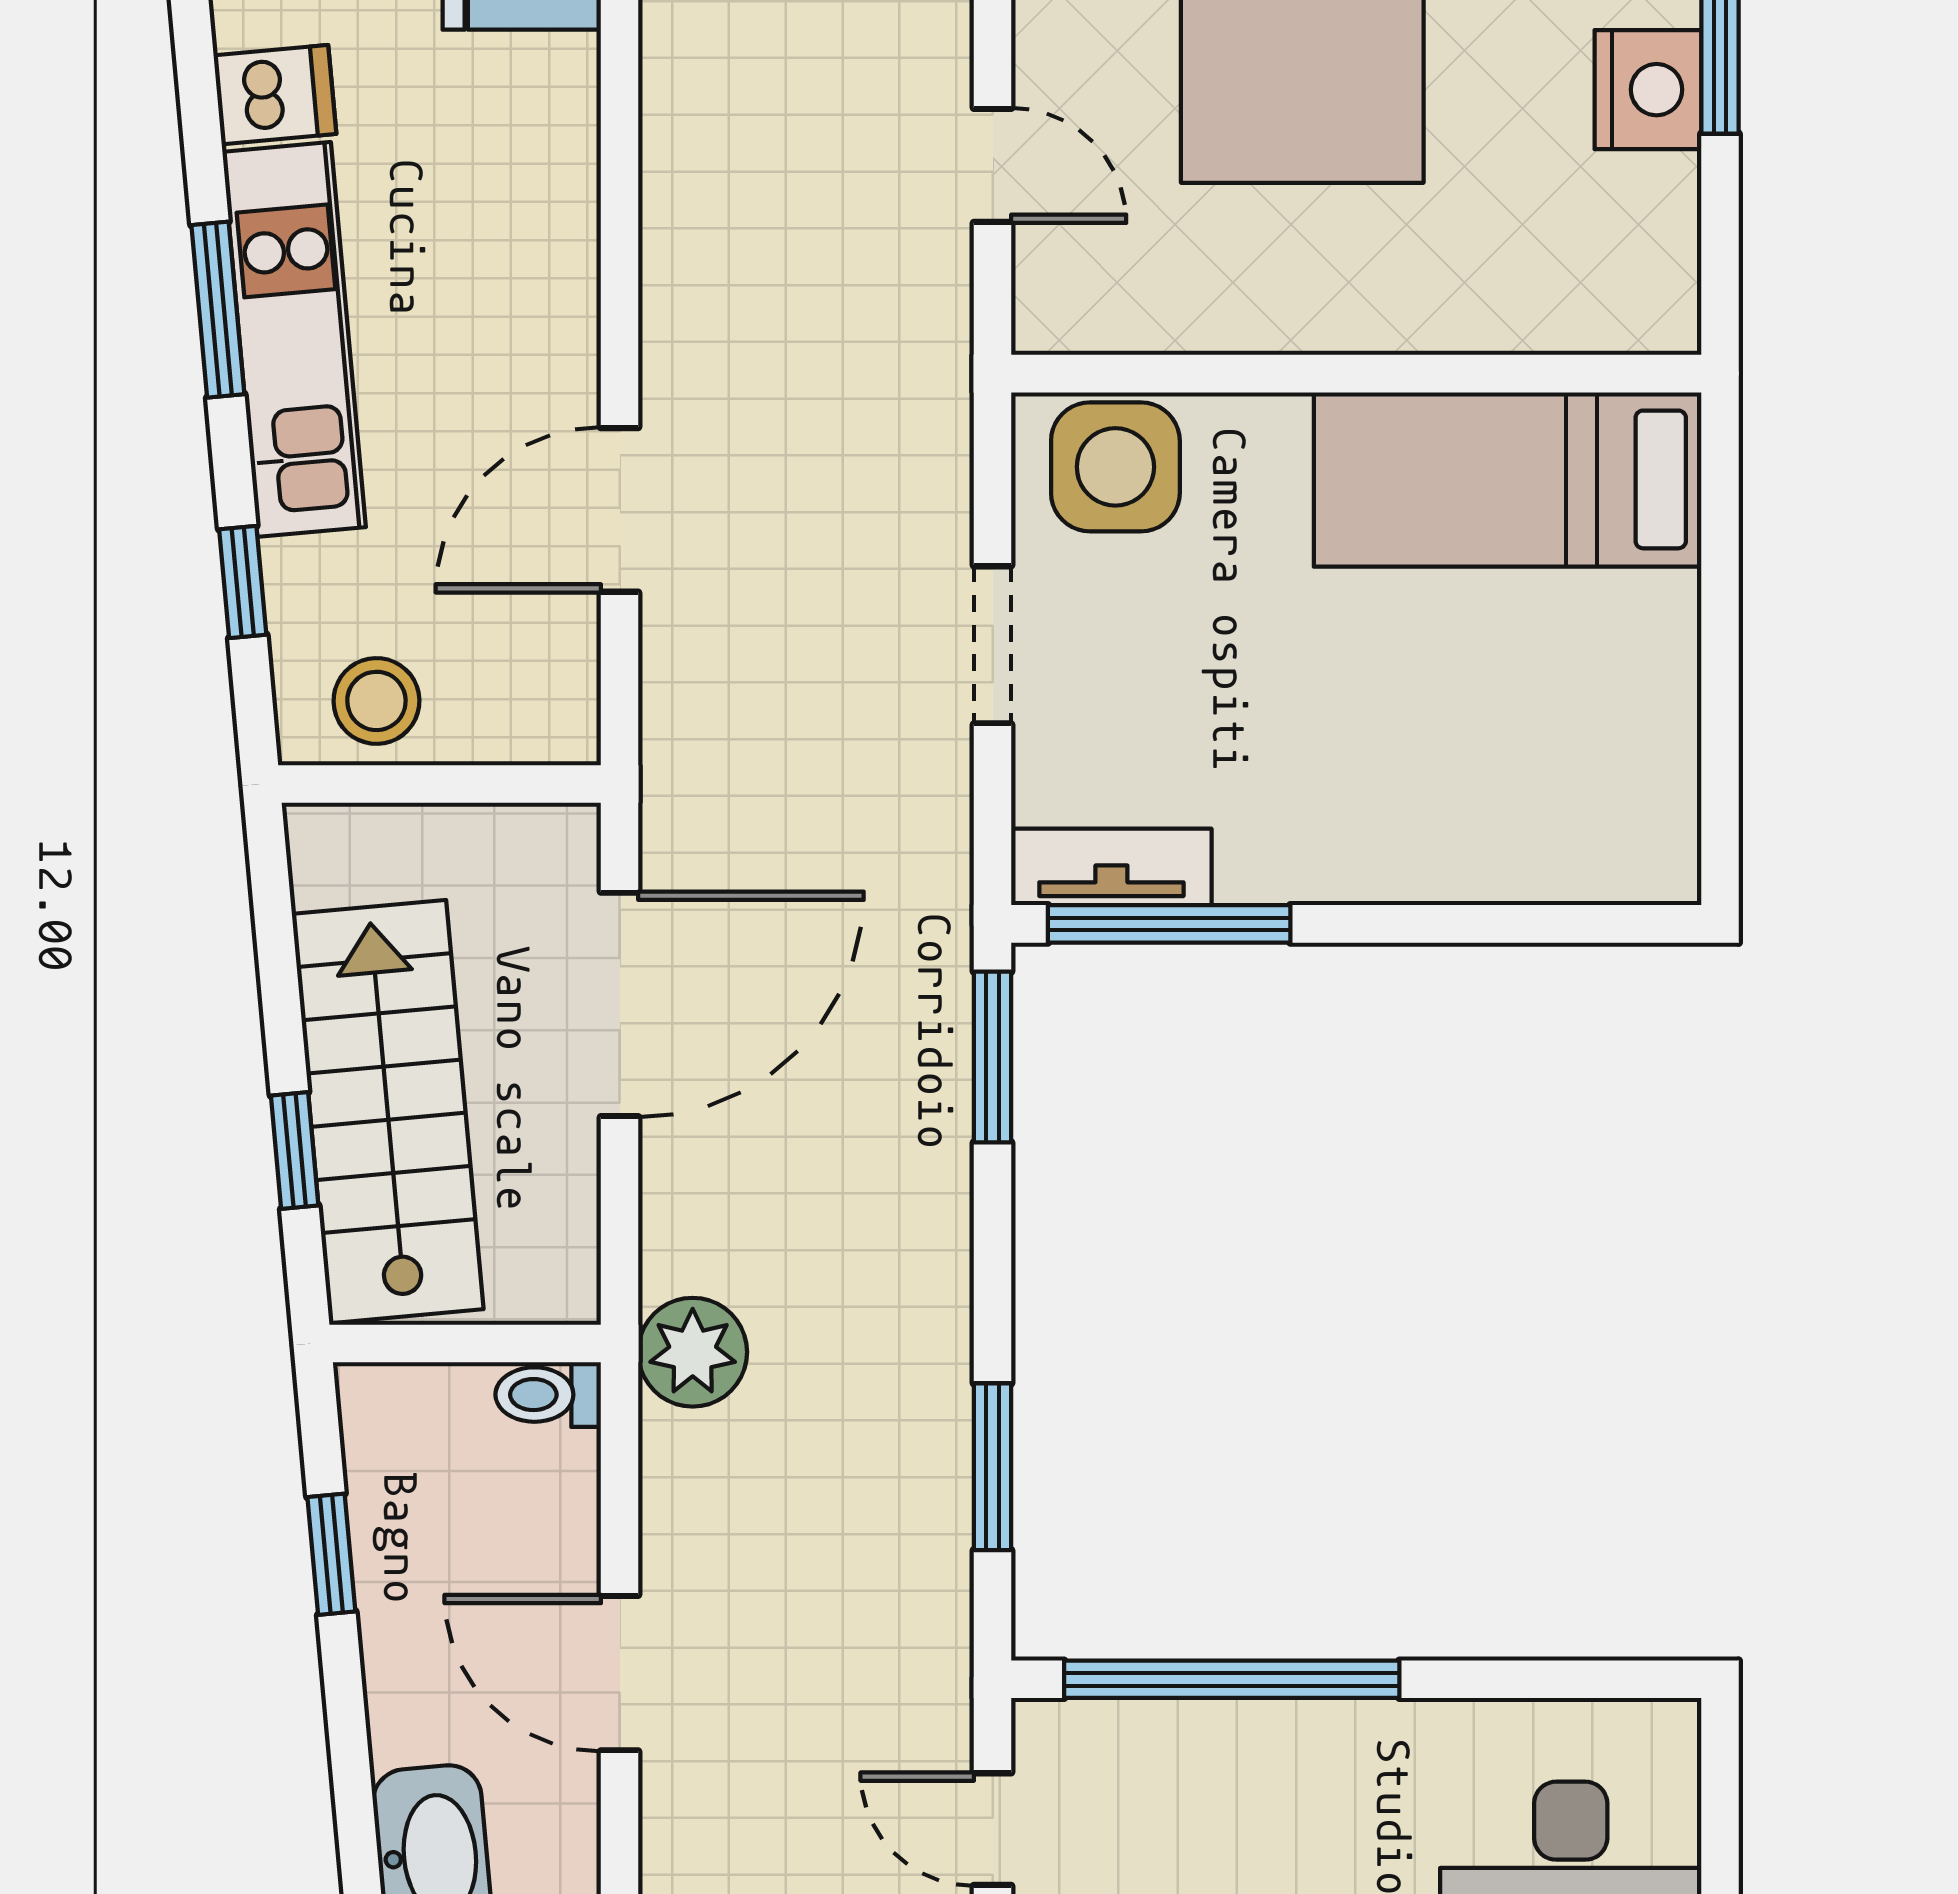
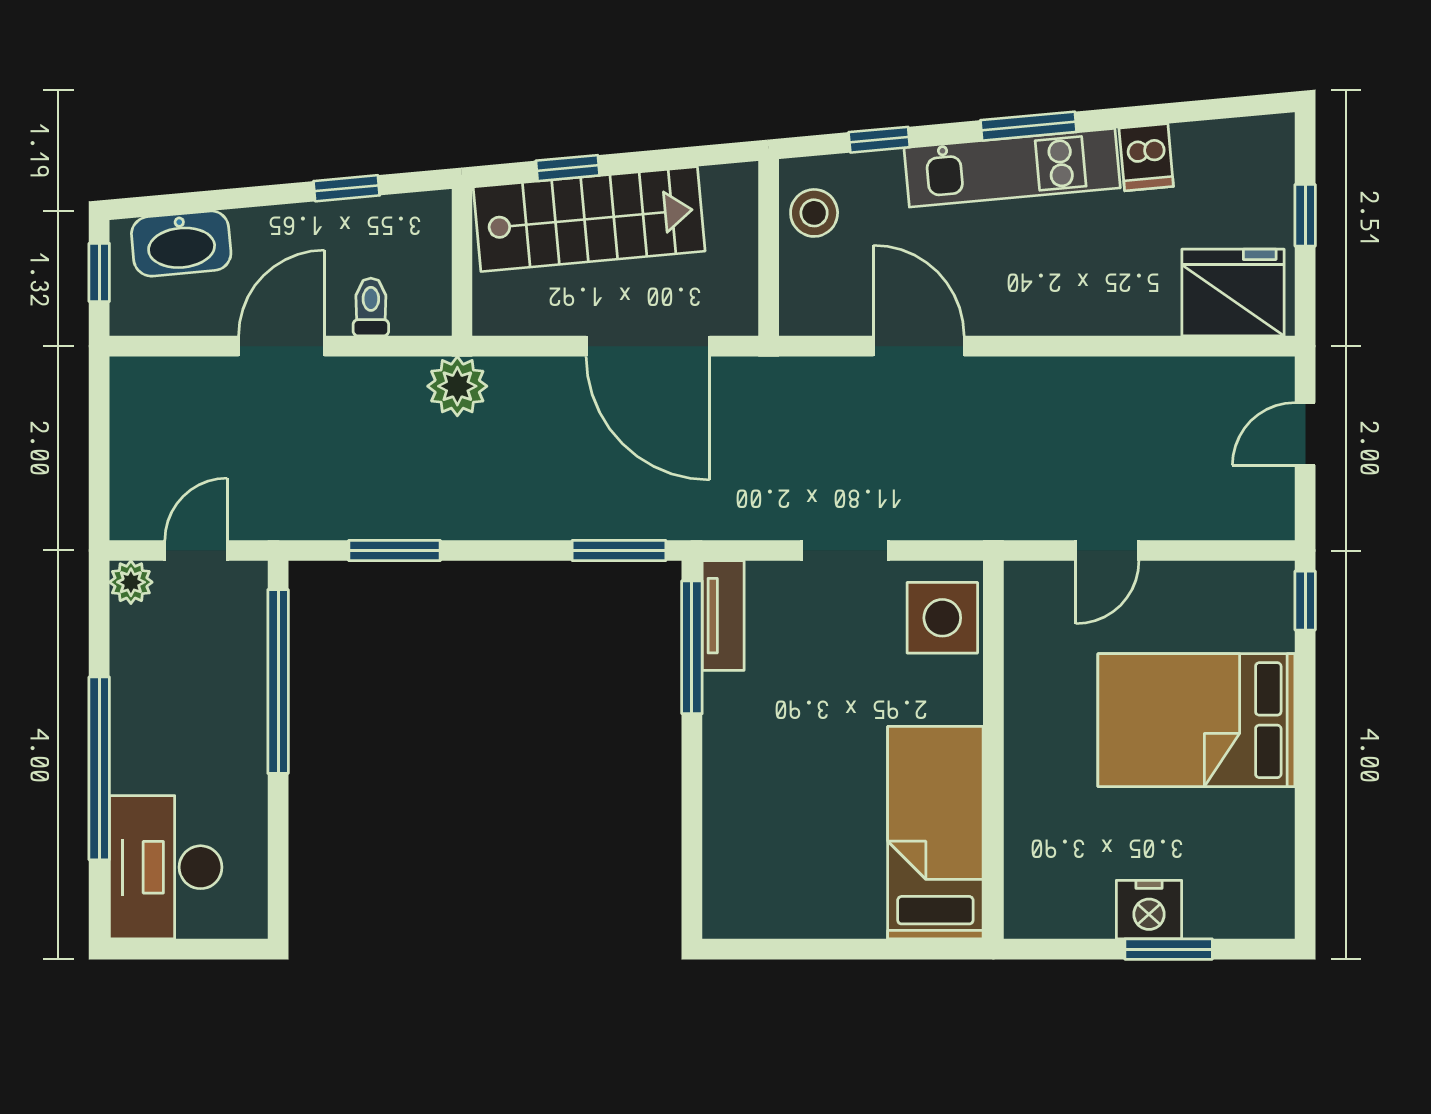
toilet: (548, 1395) -> (371, 307), moved

